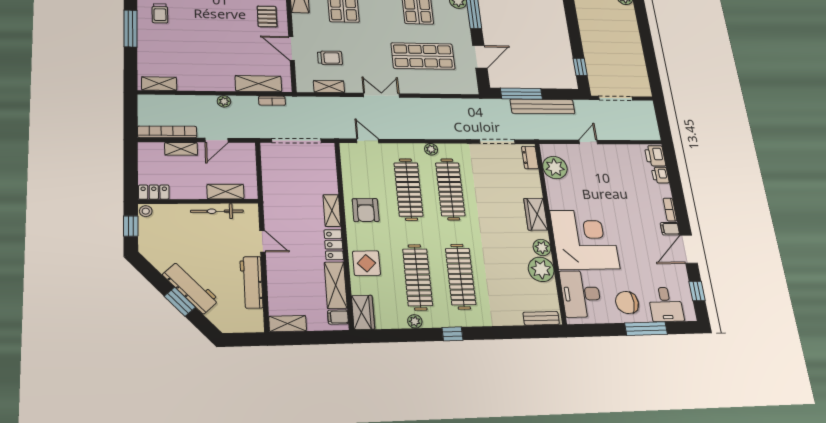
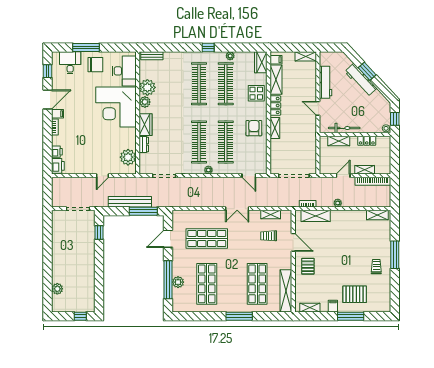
dresser: (530, 158) -> (144, 144), moved
locker: (154, 192) -> (367, 141), moved

